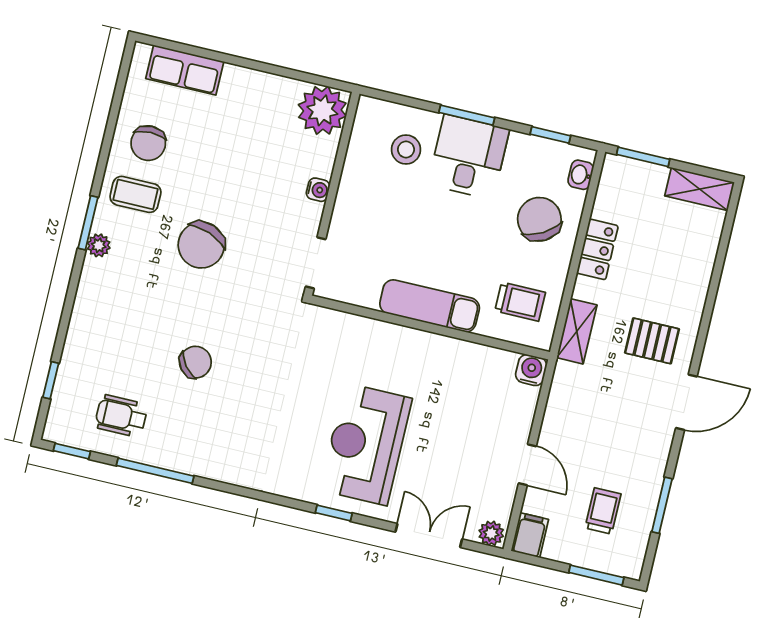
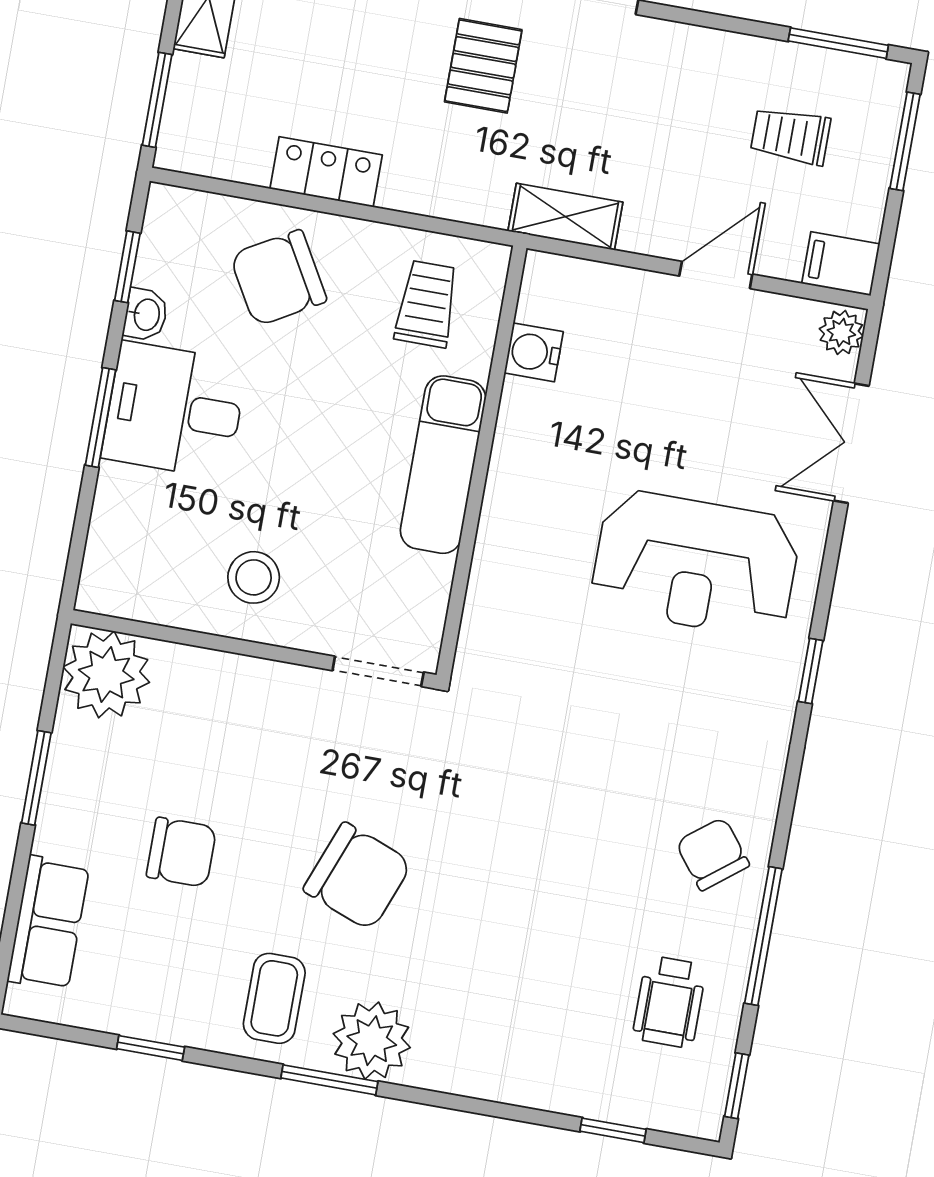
window: (267, 68) -> (36, 778), added
window: (112, 123) -> (151, 1048), added
chair: (148, 143) -> (181, 852), moved
stool: (406, 149) -> (254, 577), moved
washbasin: (581, 175) -> (146, 315), moved, turned -90
water cooler: (318, 190) -> (248, 674), removed
plant: (99, 245) -> (372, 1041), width x1.88, depth x1.88
shelving: (577, 331) -> (565, 217), moved
chair: (195, 362) -> (713, 854), moved
water cooler: (531, 370) -> (534, 352), moved
window: (662, 505) -> (838, 43), moved
window: (334, 513) -> (811, 671), moved

